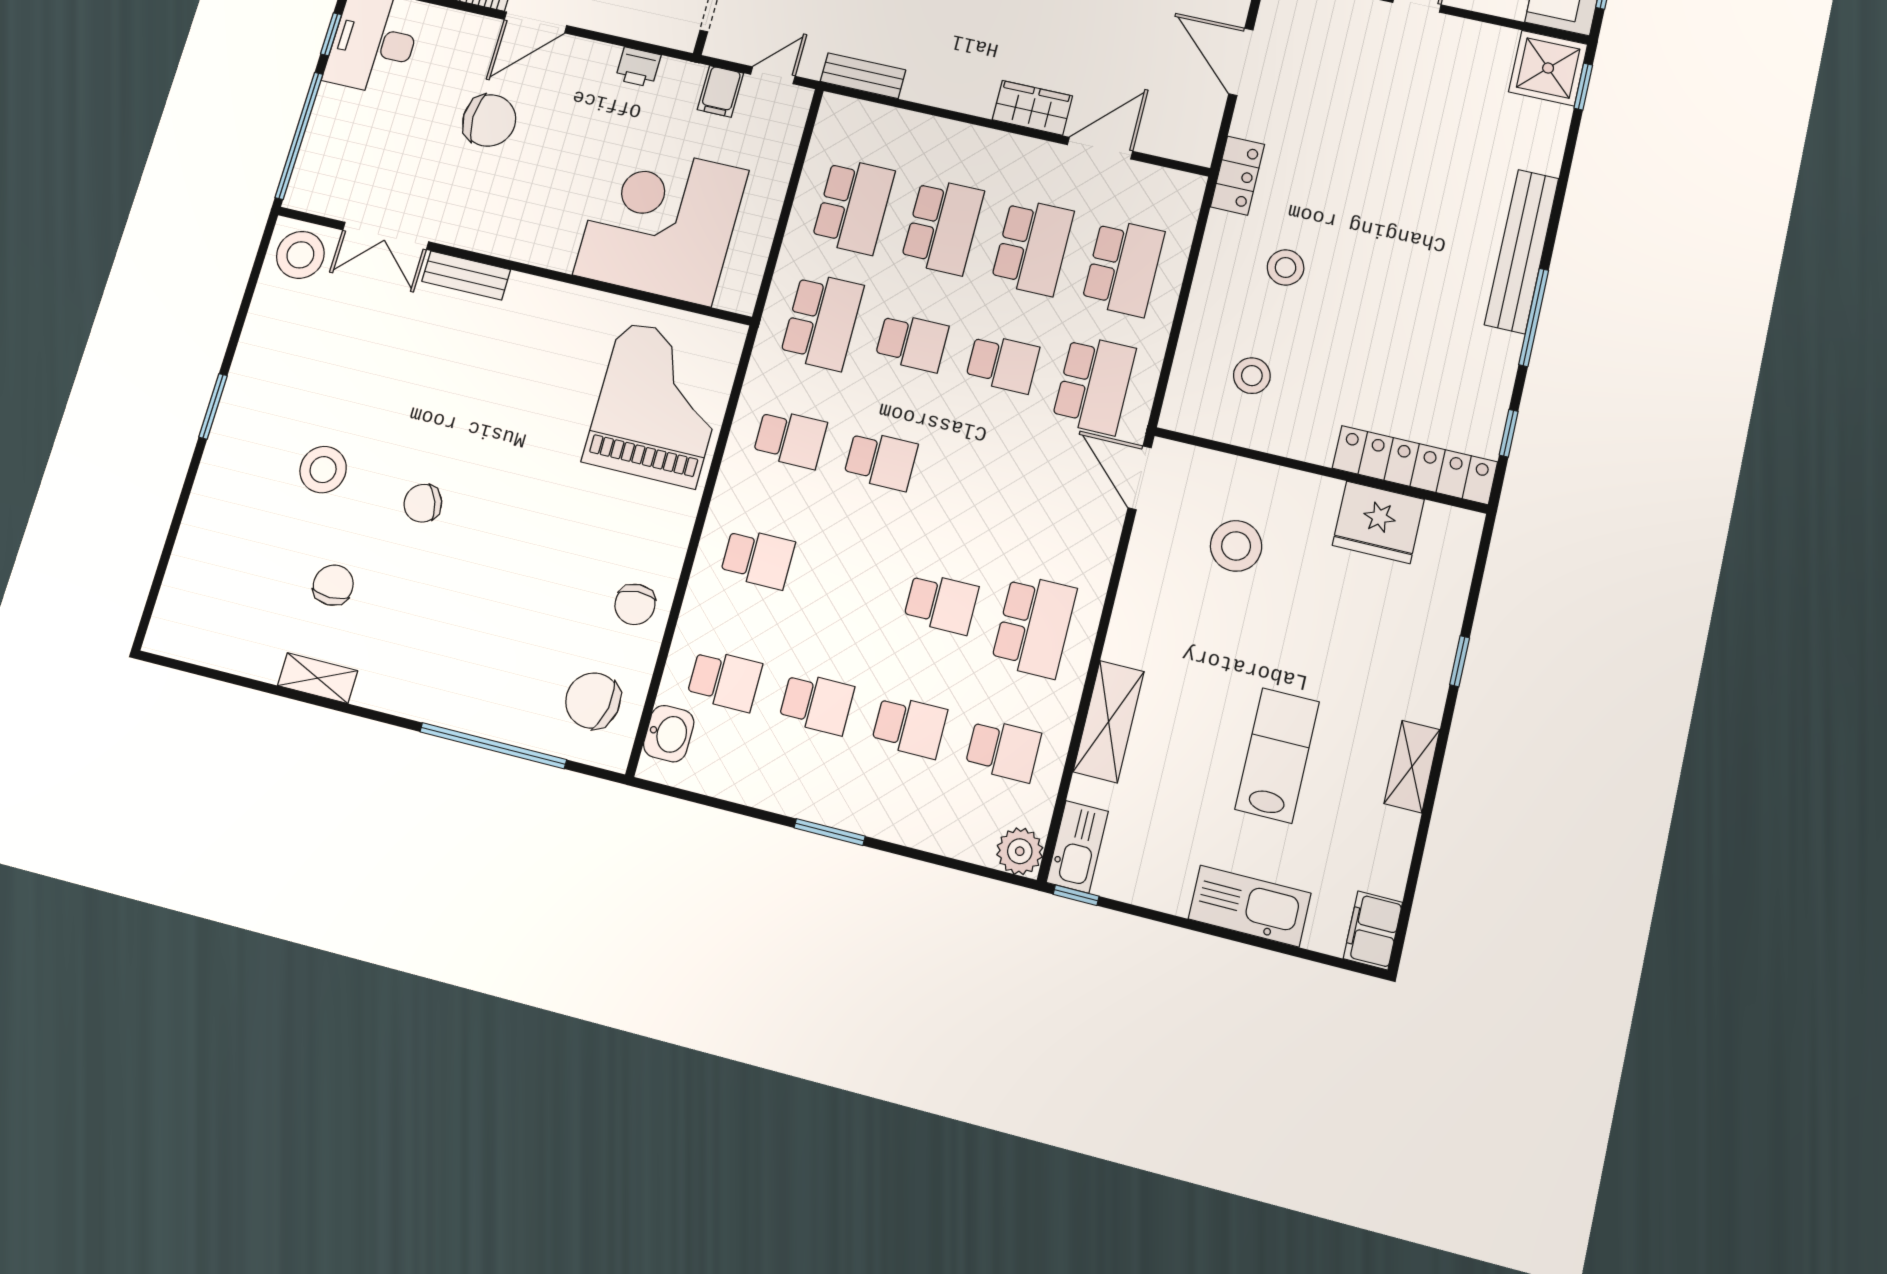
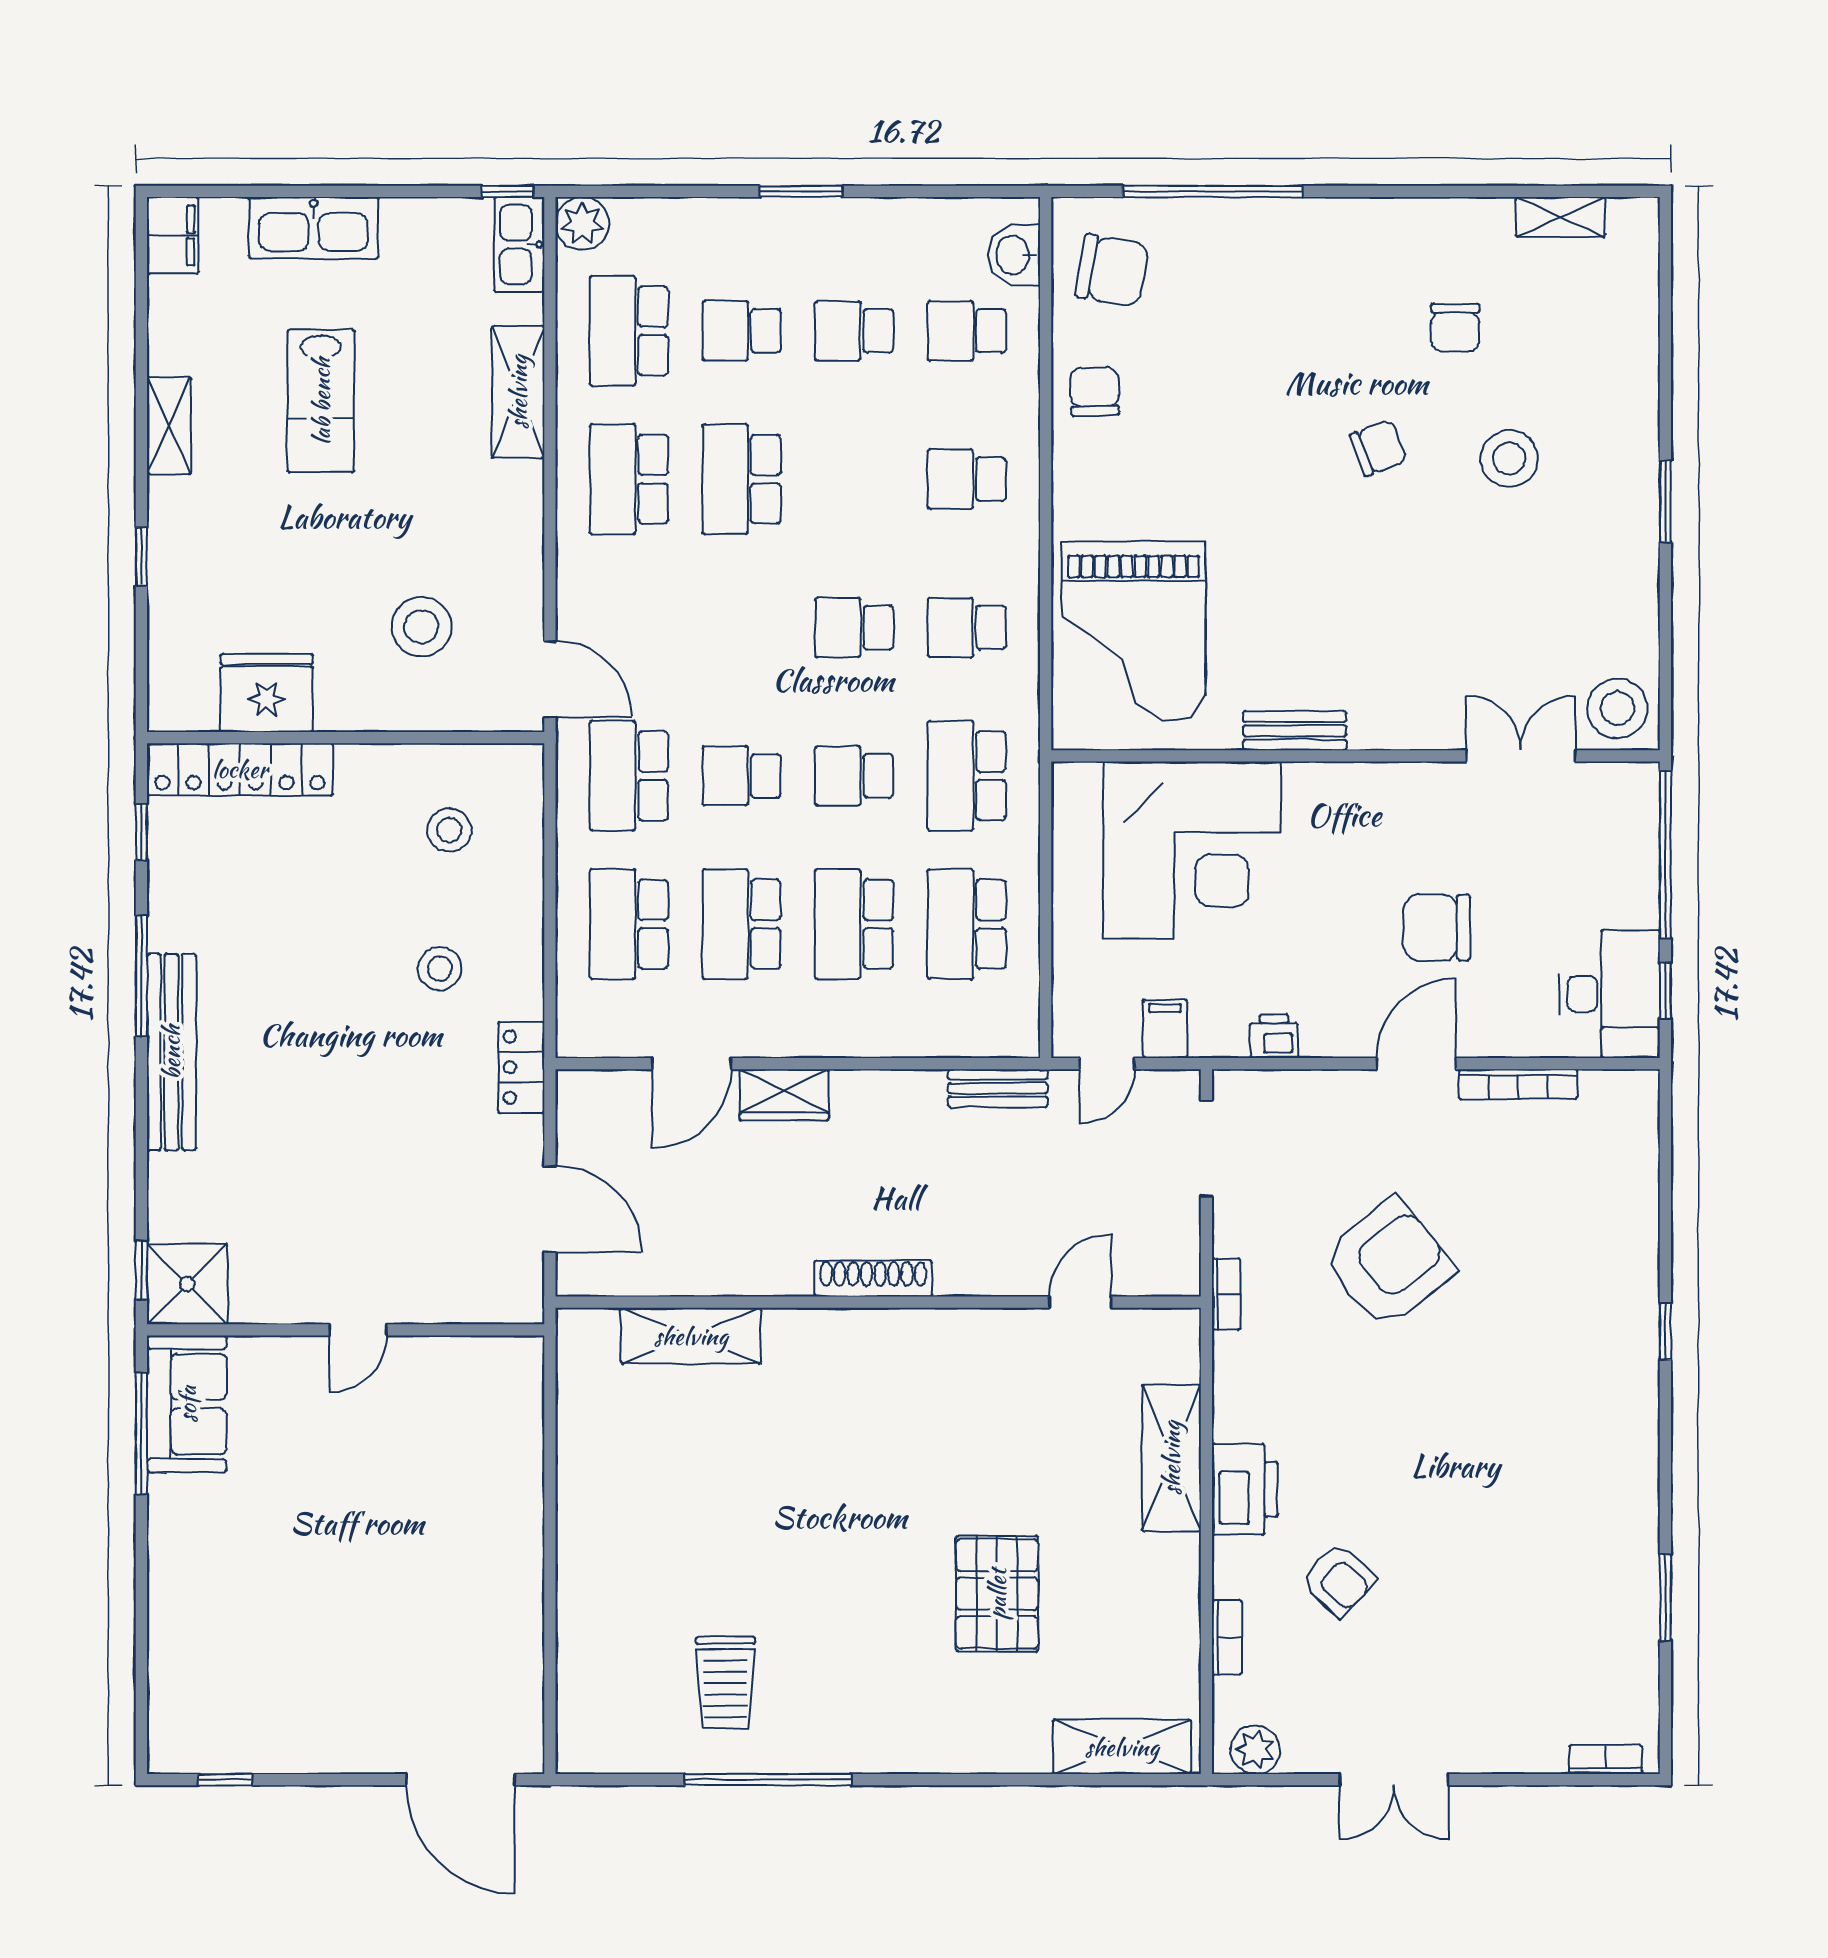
bench: (466, 276) -> (1295, 731), moved
school desk: (941, 603) -> (742, 479), width x1.85
shelving: (318, 678) -> (1560, 217), moved
school desk: (1003, 750) -> (629, 331), width x1.85

